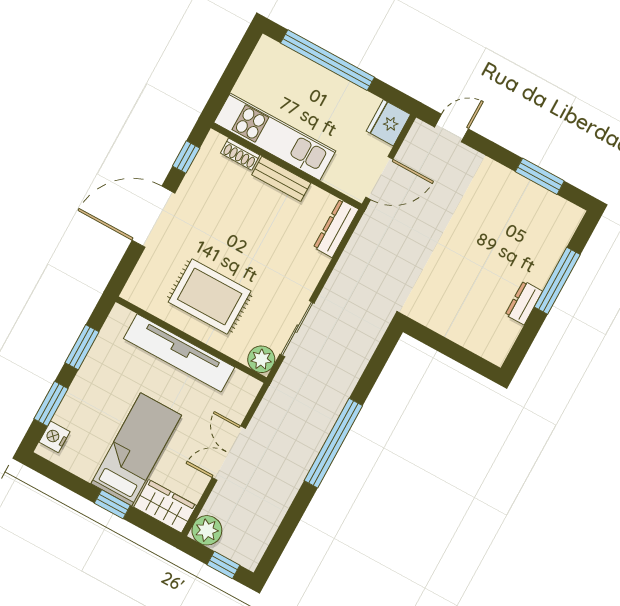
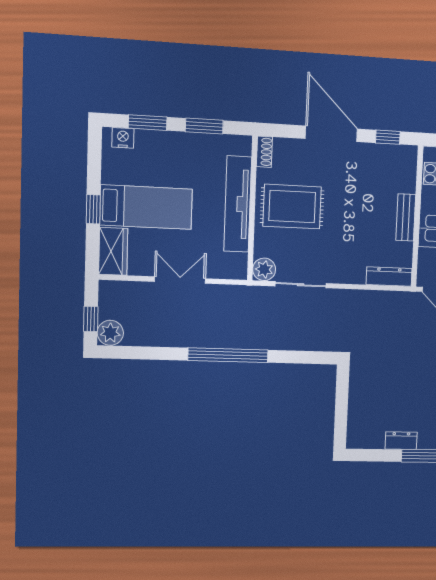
shoe rack: (240, 154) -> (264, 152), moved, turned 180
rug: (210, 296) -> (292, 207), turned 90
plant: (207, 530) -> (110, 333), moved

